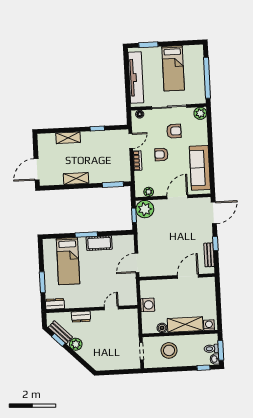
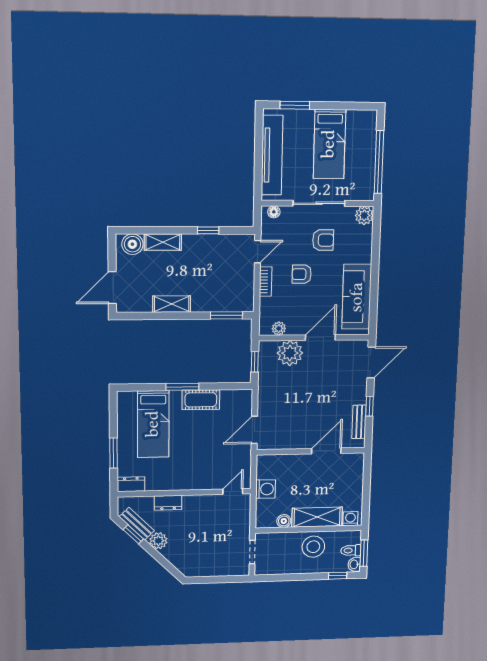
boiler: (48, 140) -> (132, 244), added
plant: (145, 209) -> (290, 353), moved
door: (111, 308) -> (233, 492), moved
stool: (169, 350) -> (313, 547), moved

